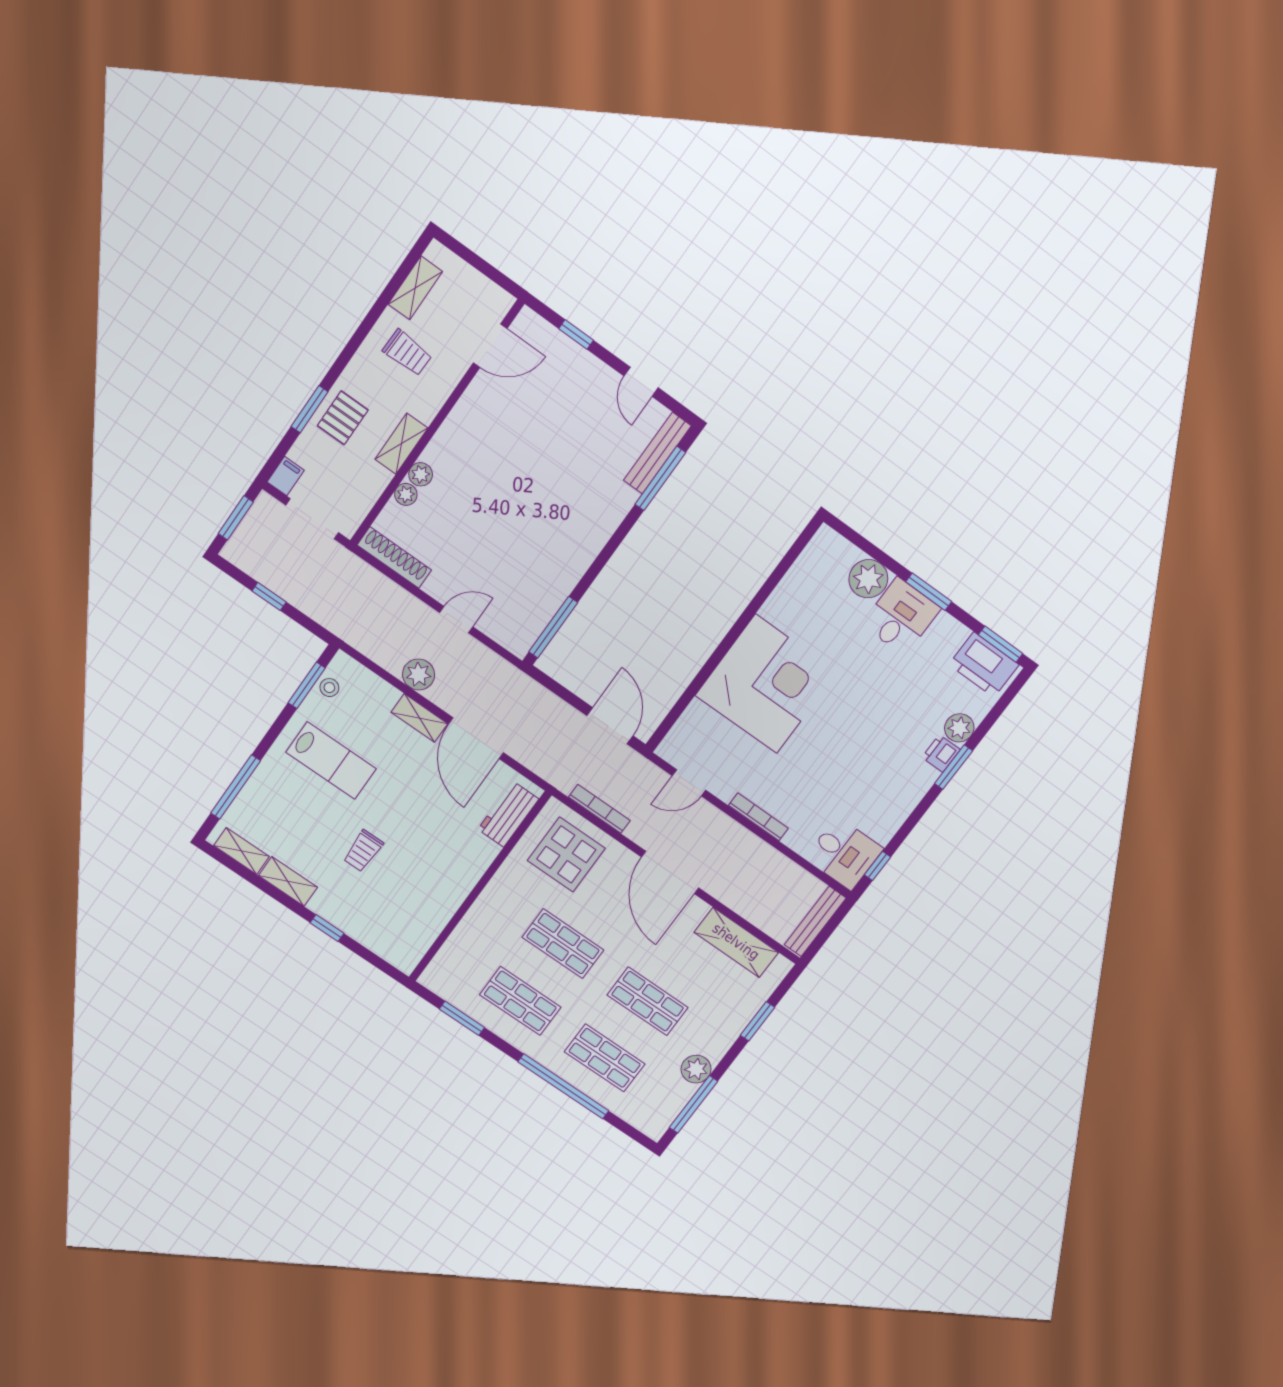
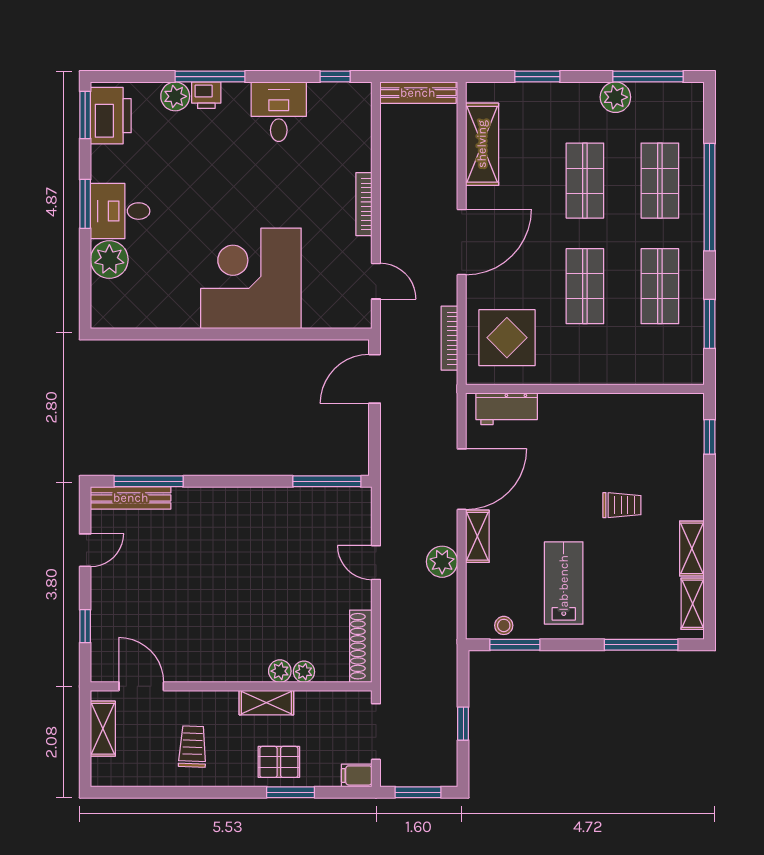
shelving: (415, 288) -> (103, 729), moved, turned 90
window: (954, 767) -> (210, 77), width x1.44
desk: (844, 853) -> (279, 112), moved
window: (327, 928) -> (710, 437), moved

